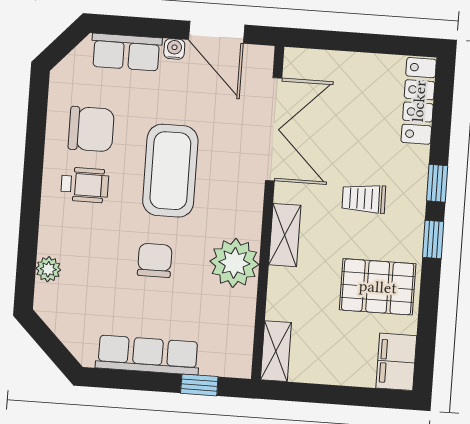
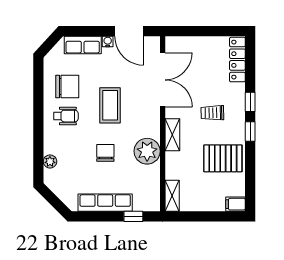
coffee table: (170, 171) -> (110, 105), width x0.73, depth x0.76
filing cabinet: (396, 362) -> (235, 204), width x0.50

